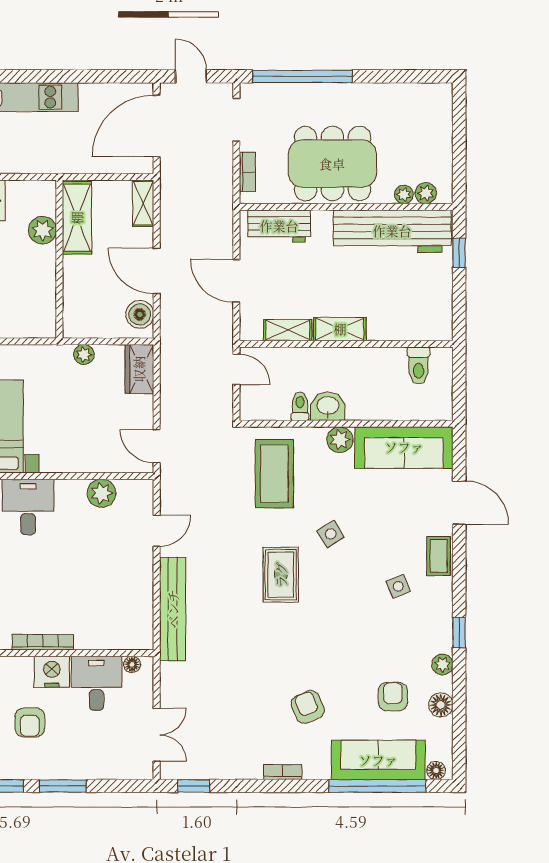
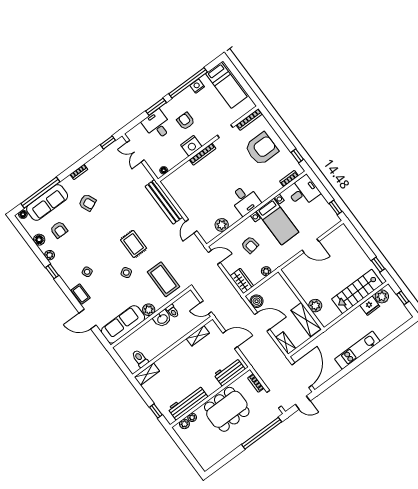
workbench: (392, 231) -> (188, 403), width x0.73, depth x0.76
shelving: (340, 329) -> (147, 374), moved
armchair: (78, 421) -> (250, 245), added
desk: (97, 683) -> (157, 125), moved, turned 180

